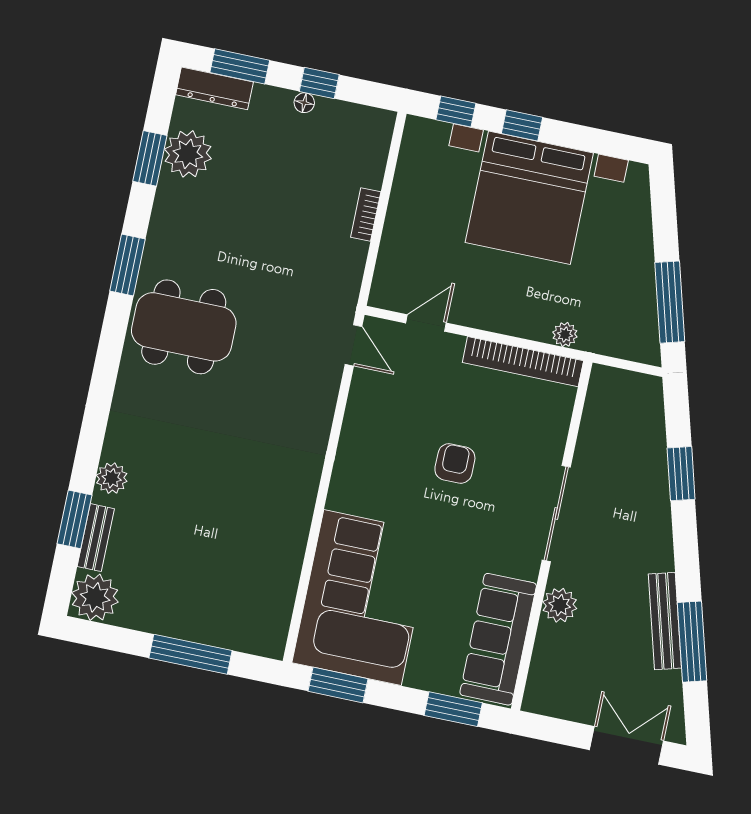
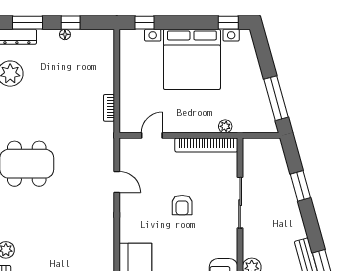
window: (522, 125) -> (228, 23), moved
bookcase: (366, 214) -> (109, 108), moved
door: (353, 345) -> (117, 182), moved
armchair: (455, 463) -> (182, 205), turned 180
sliding door: (556, 513) -> (240, 203), moved

